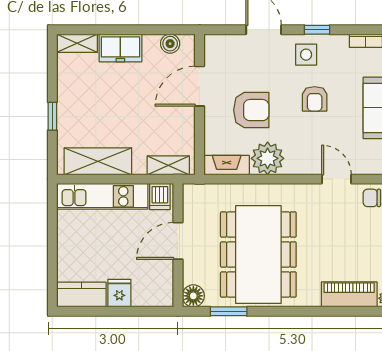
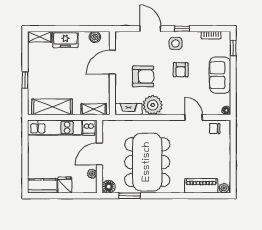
plant: (165, 274) -> (92, 174), added

